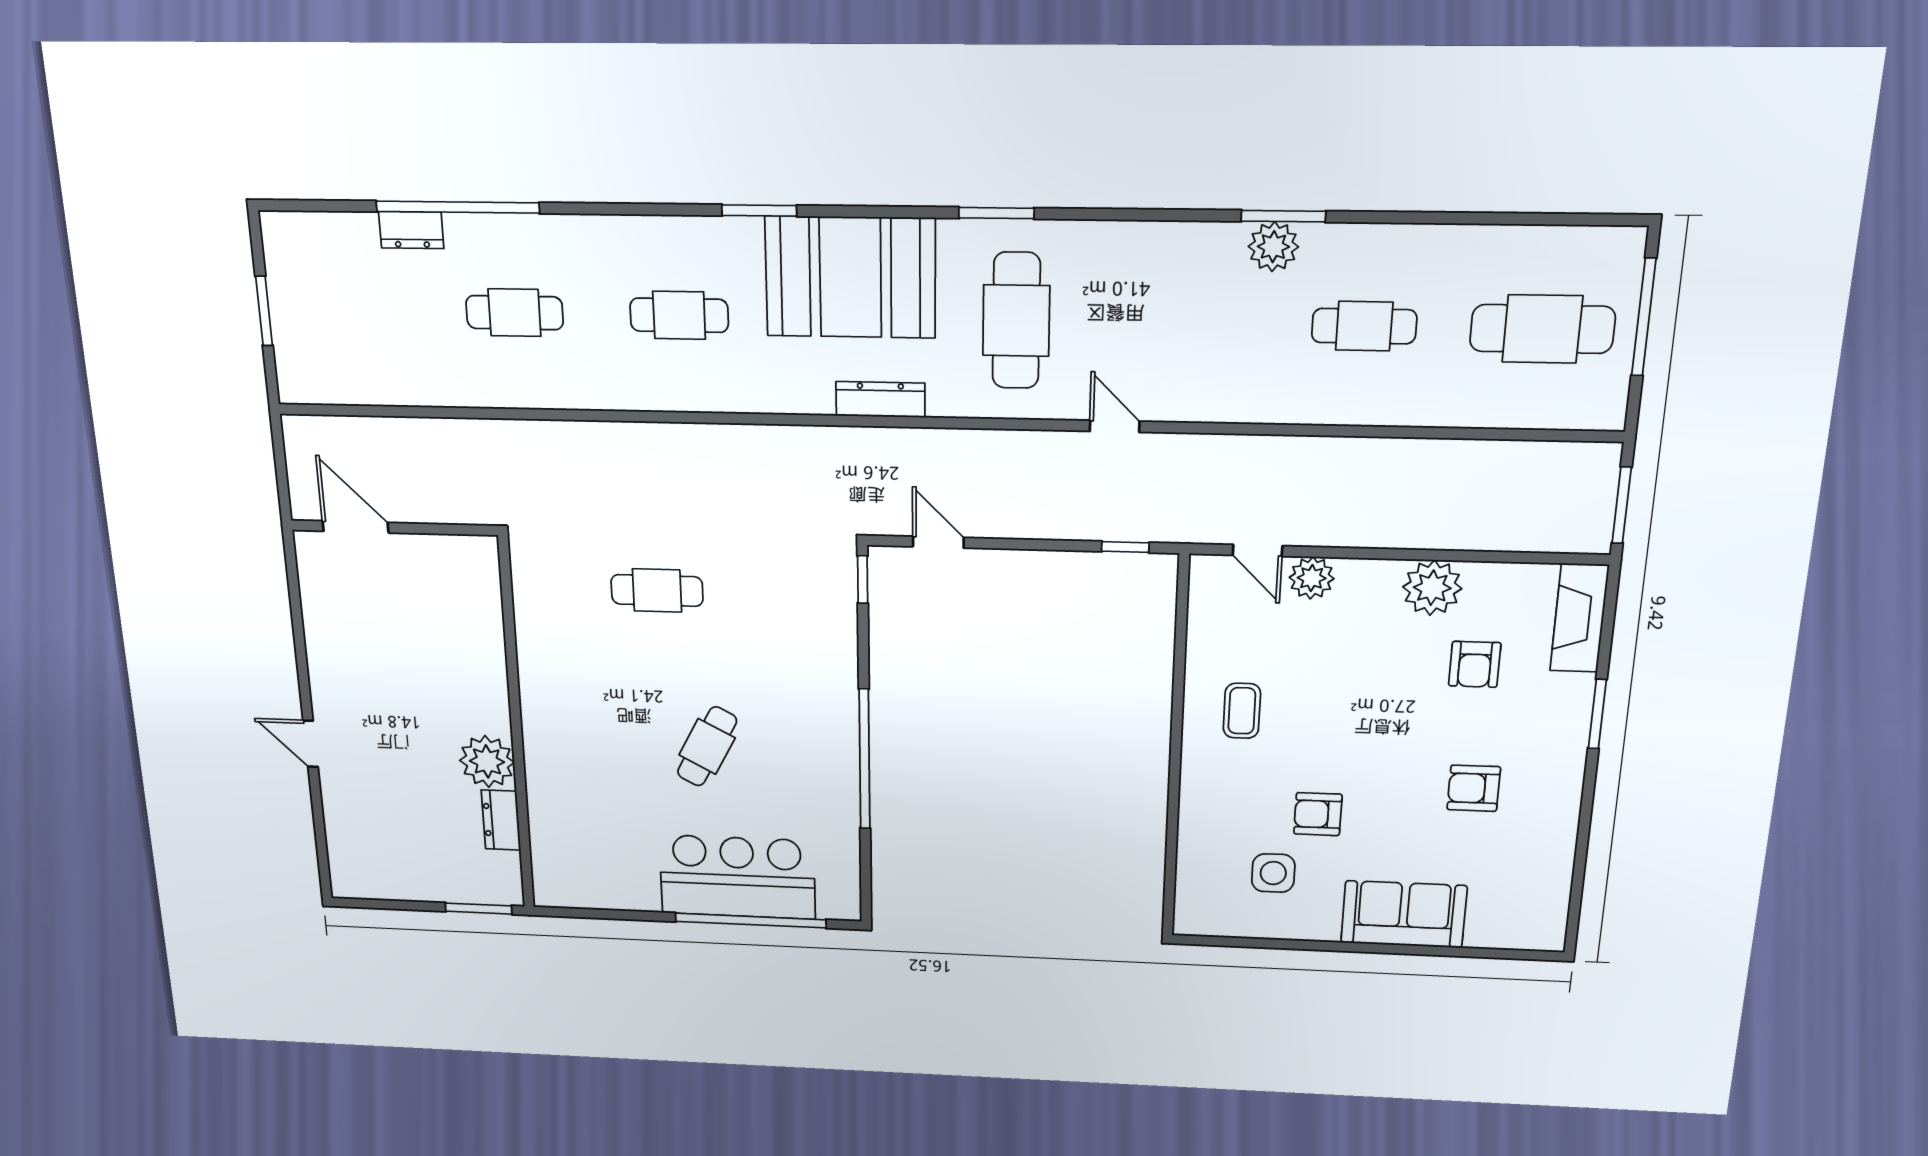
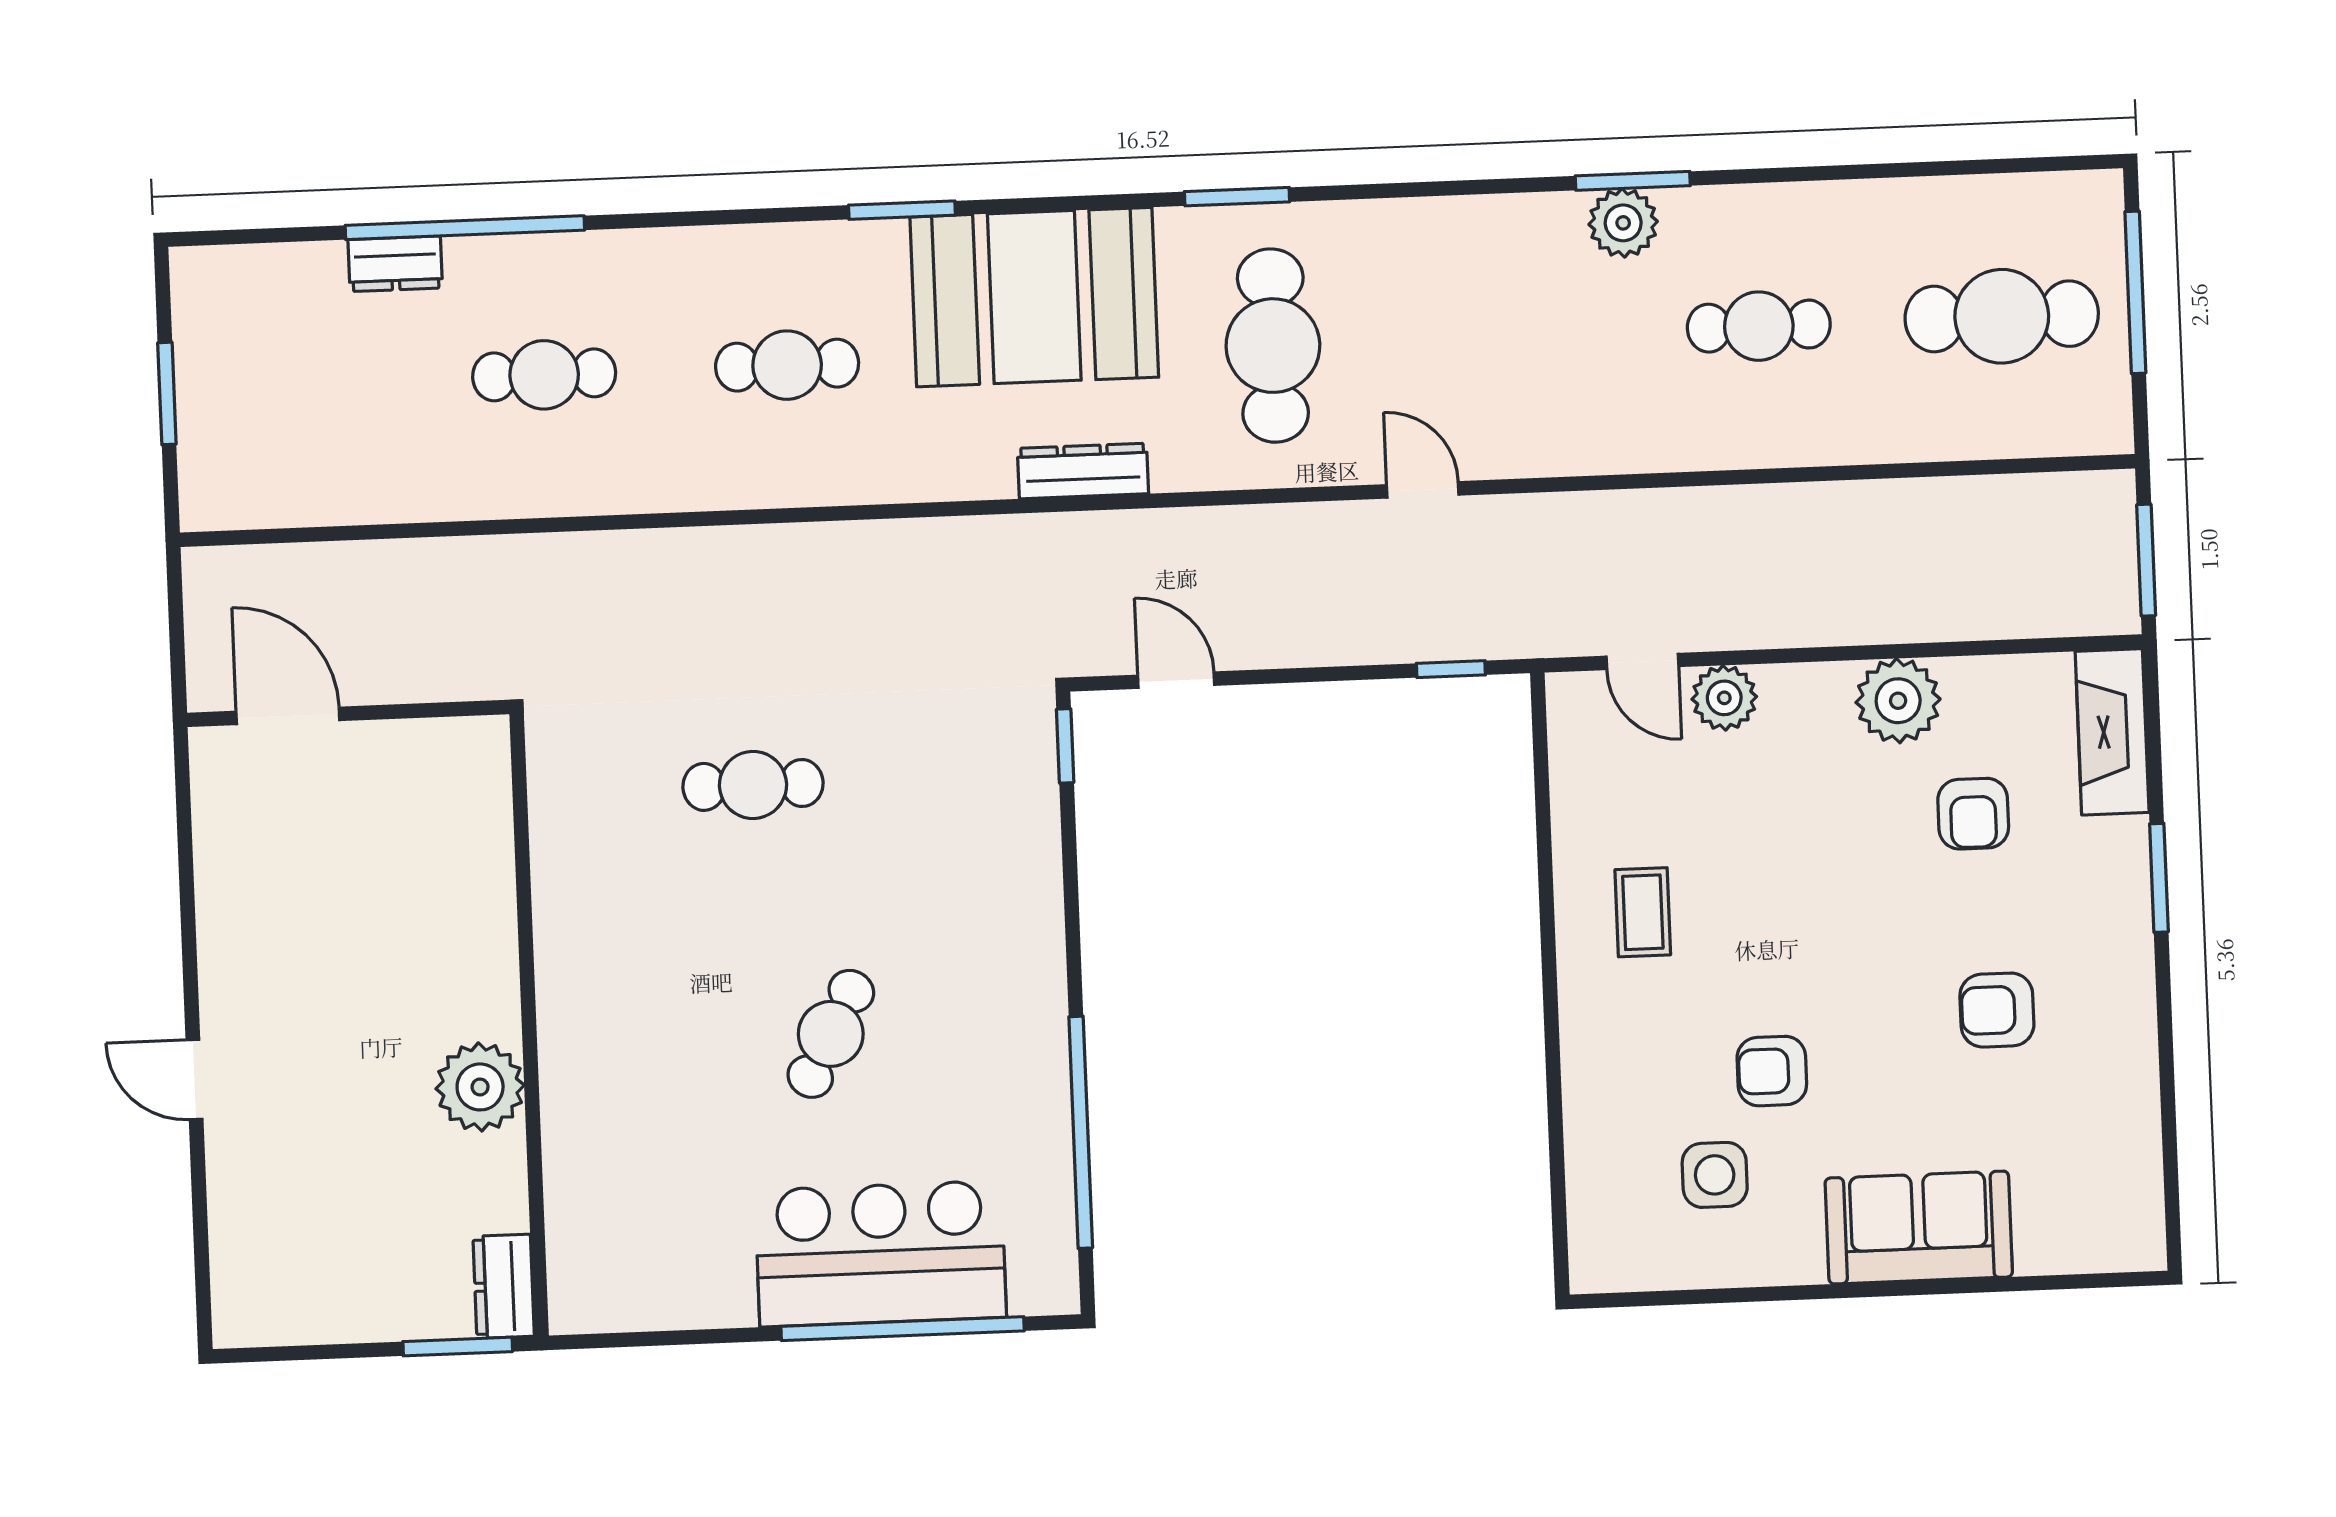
window: (864, 759) -> (1081, 1132), moved
dresser: (501, 820) -> (504, 1286), moved

